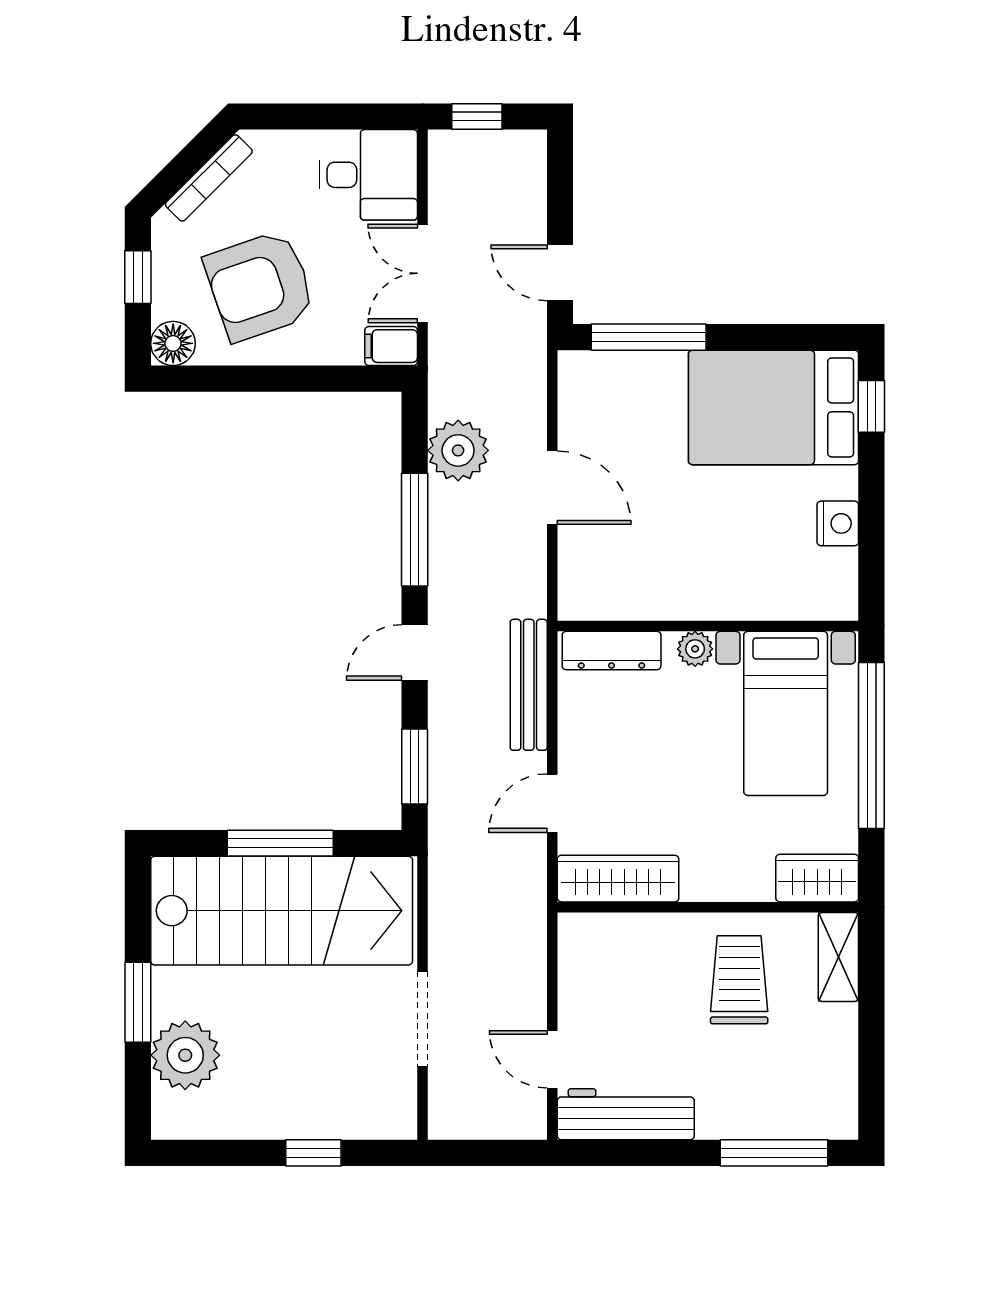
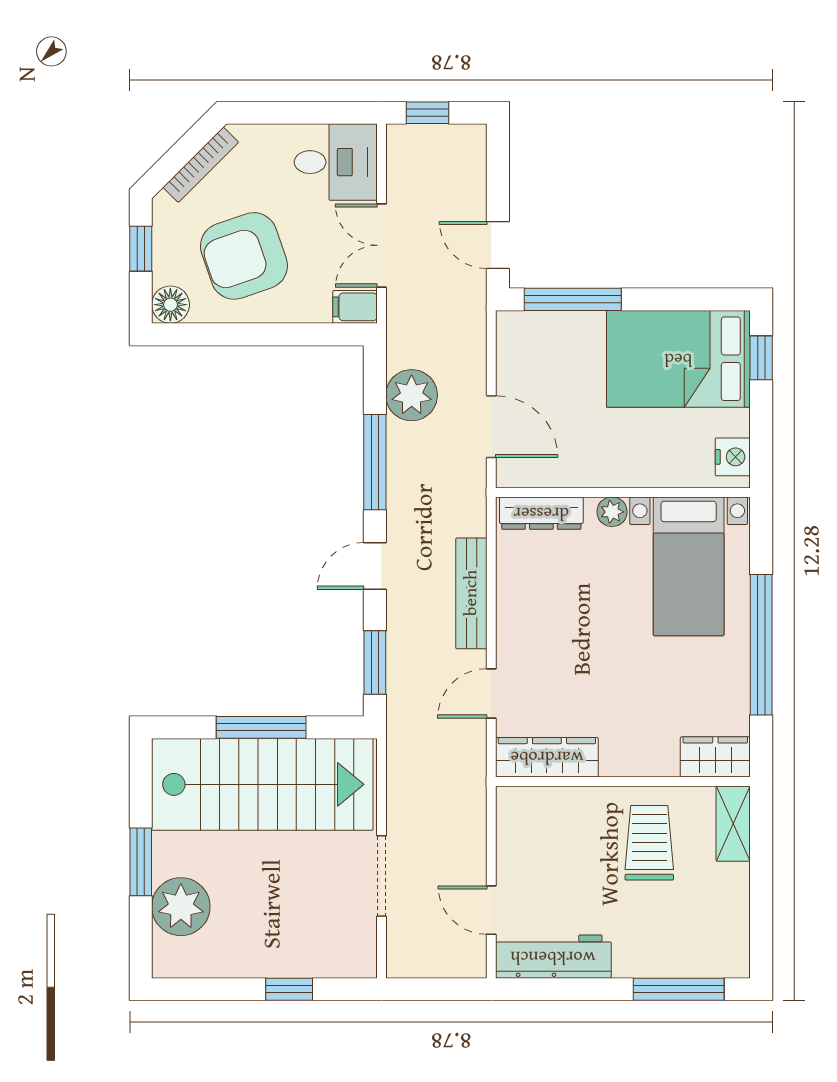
wall: (708, 626) -> (623, 492), moved
plant: (695, 649) -> (612, 512), moved
dresser: (612, 651) -> (541, 513), moved
bed with nightstands: (786, 713) -> (689, 566), moved

